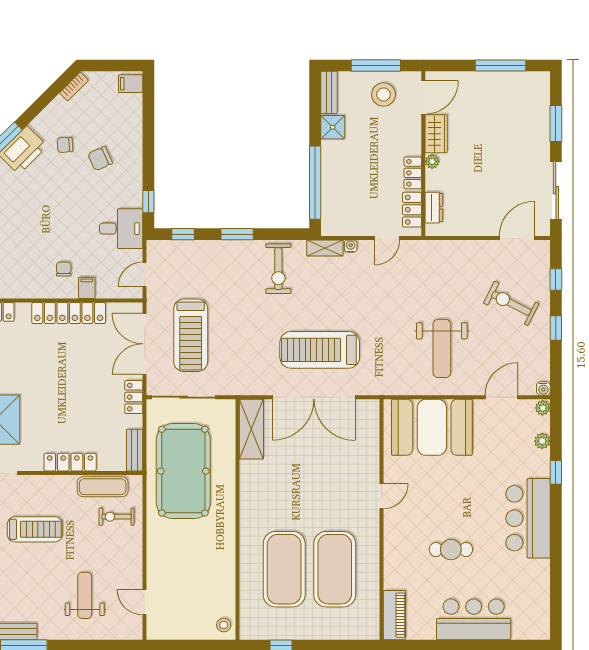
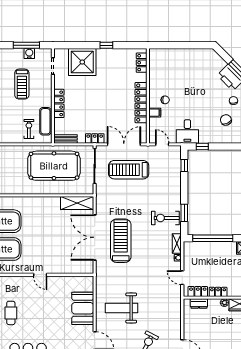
window: (237, 234) -> (184, 213), moved
booth: (432, 427) -> (83, 308), width x0.73, depth x0.70

